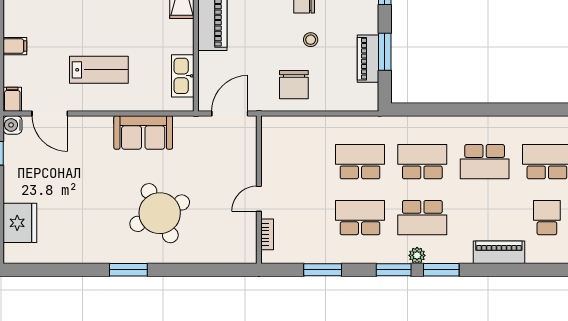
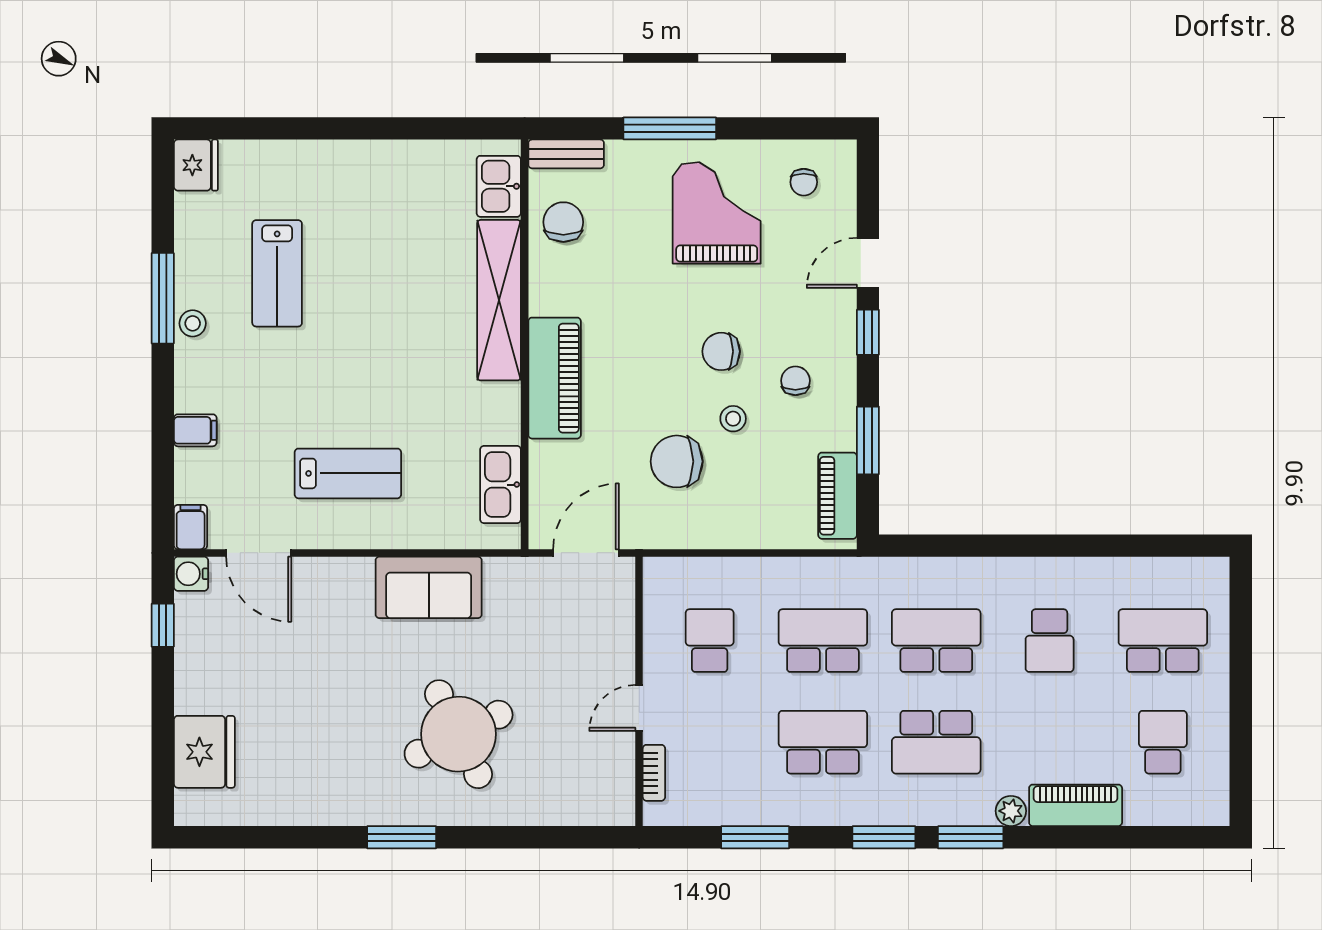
chair: (345, 19) -> (795, 381), added
piano: (368, 59) -> (838, 496), moved
chair: (294, 85) -> (677, 461), moved, turned 90
school desk: (298, 162) -> (710, 641), added
school desk: (485, 162) -> (1050, 641), width x0.54
plant: (417, 255) -> (1011, 811), moved

